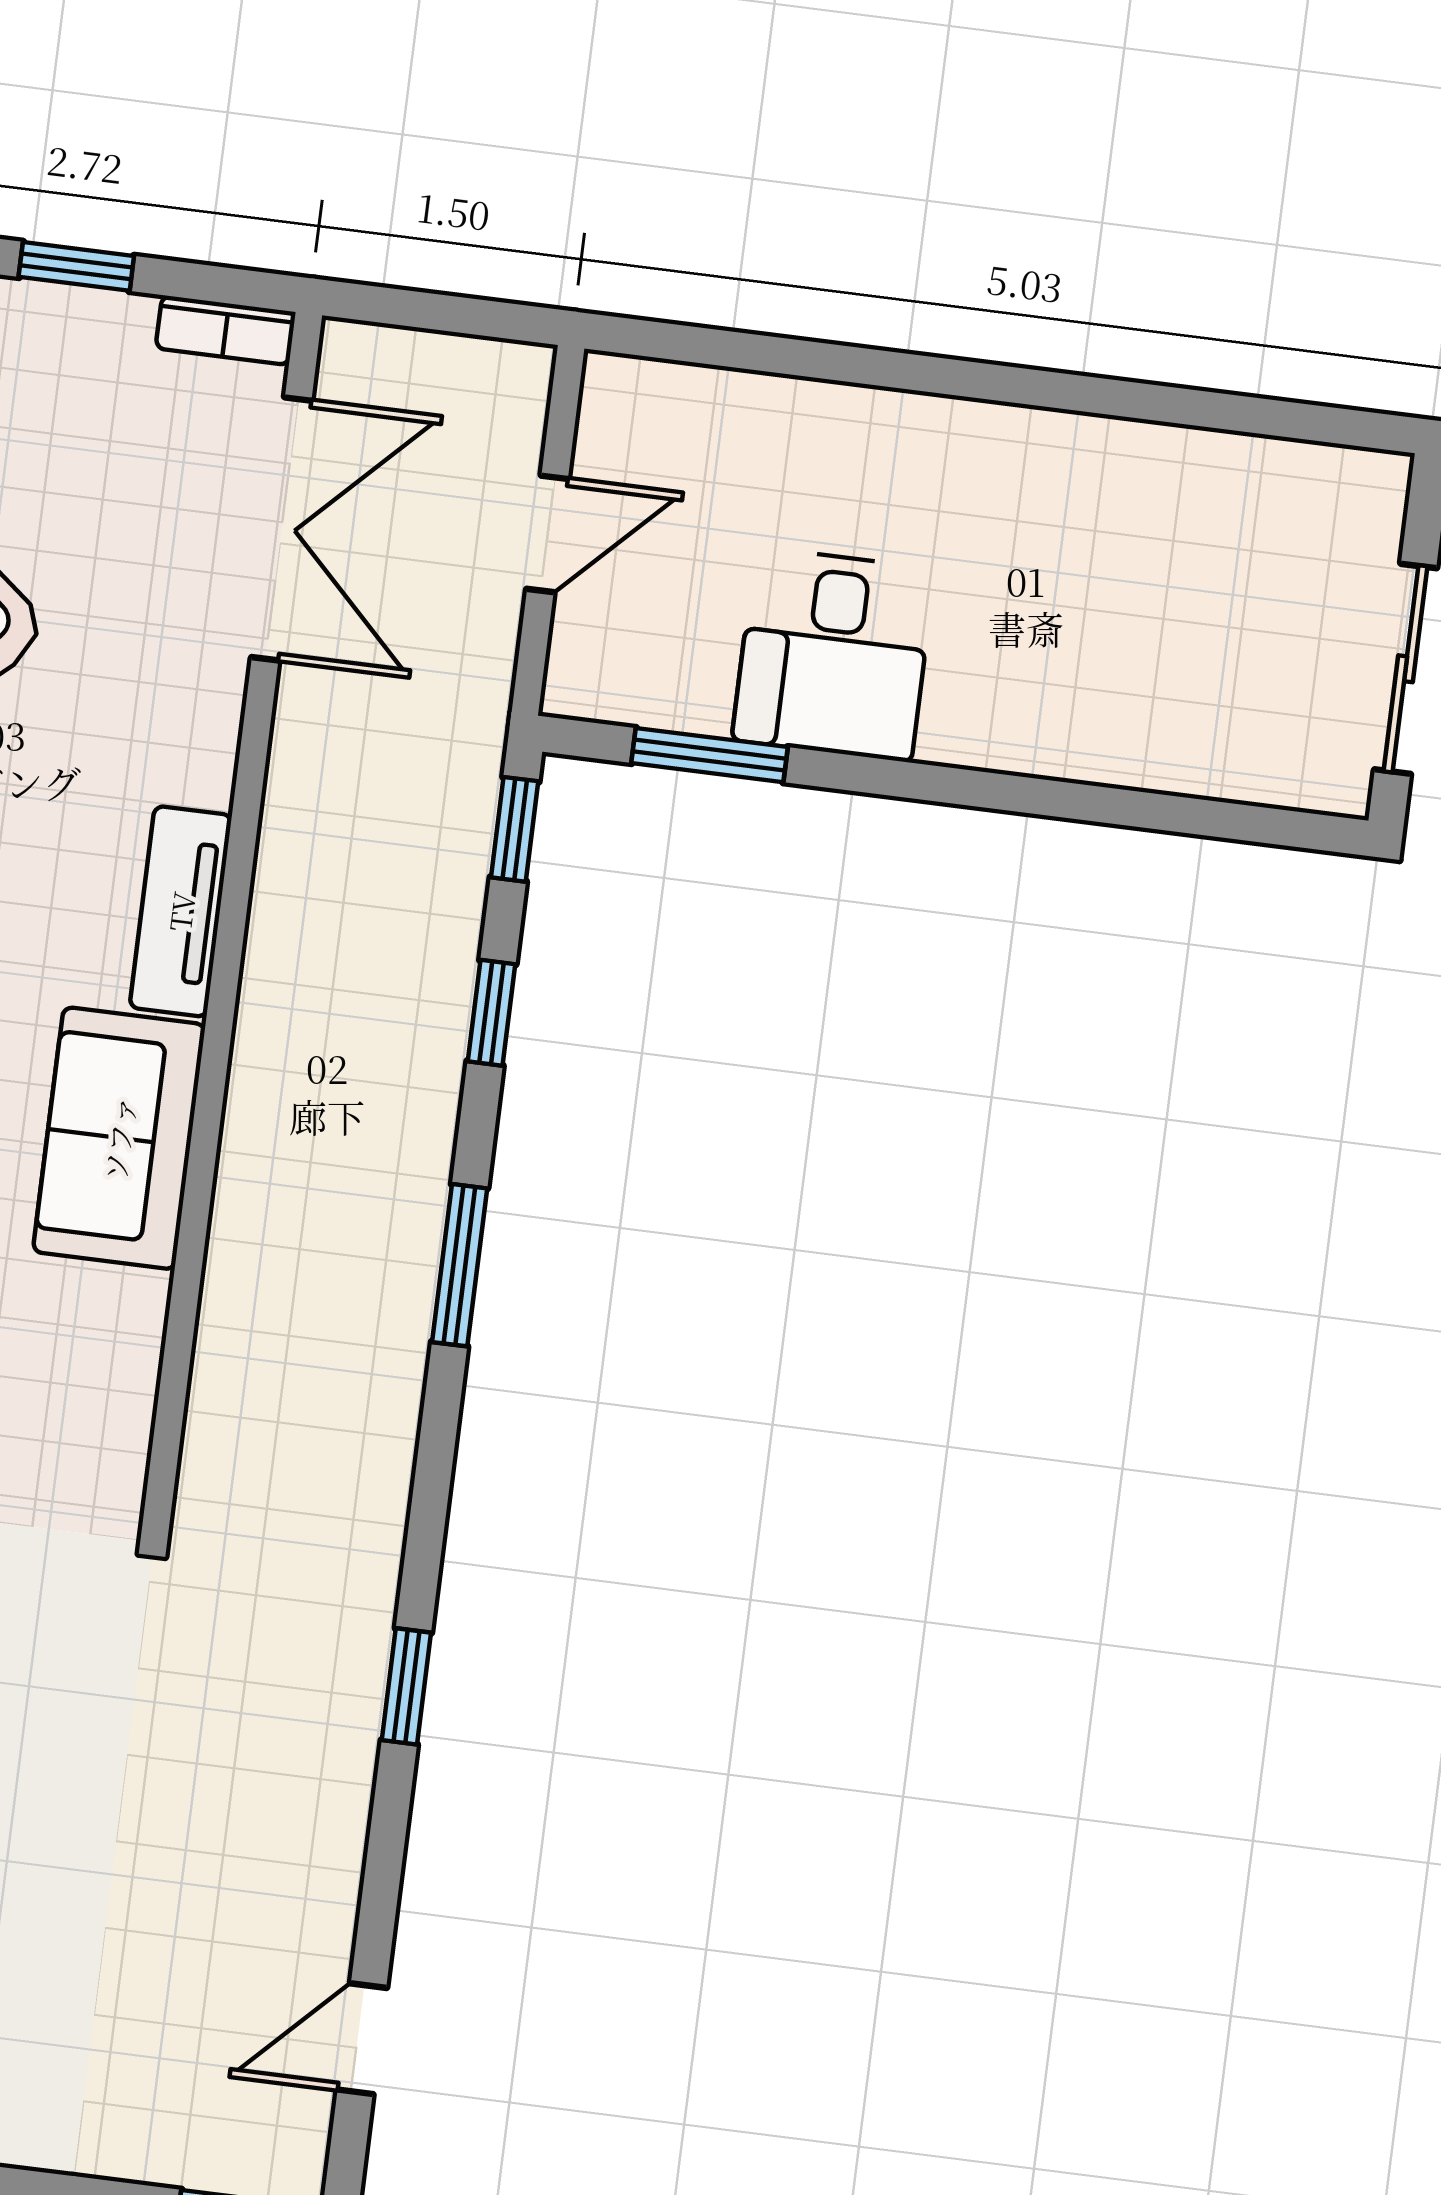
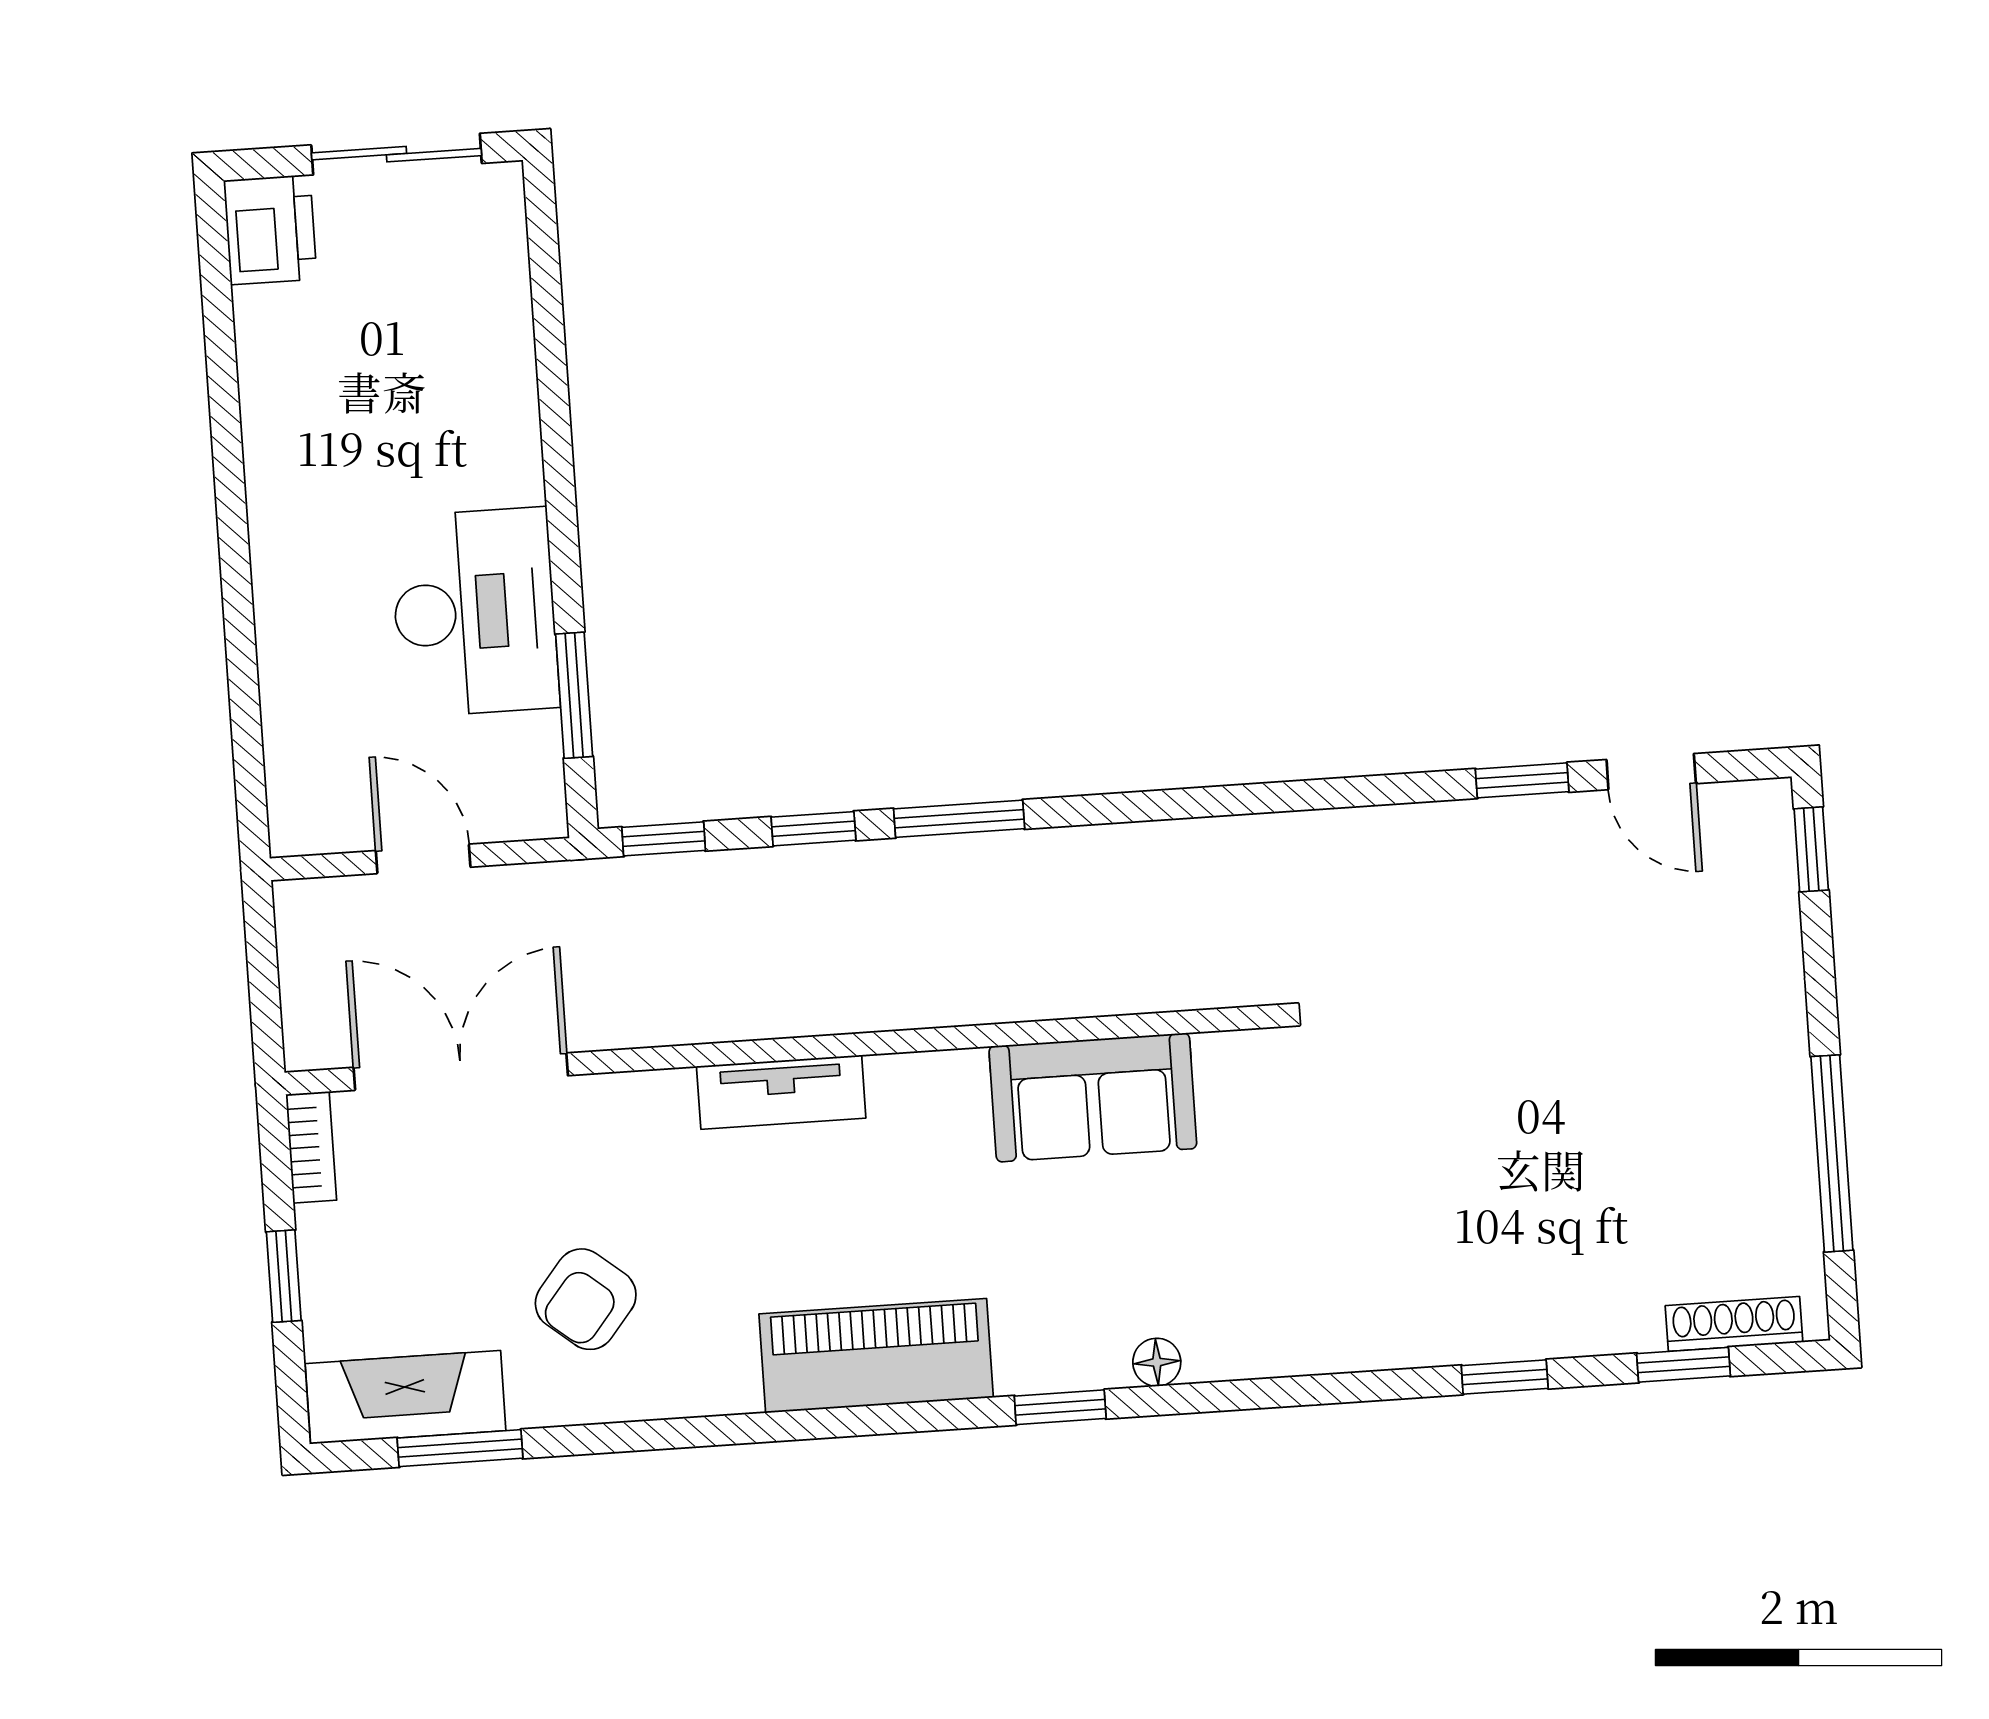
printer: (1344, 498) -> (270, 230), added
desk: (834, 655) -> (475, 612), width x1.37
sofa: (119, 1138) -> (1093, 1097), moved
window: (460, 1265) -> (959, 819), moved
window: (406, 1686) -> (1522, 780), moved

